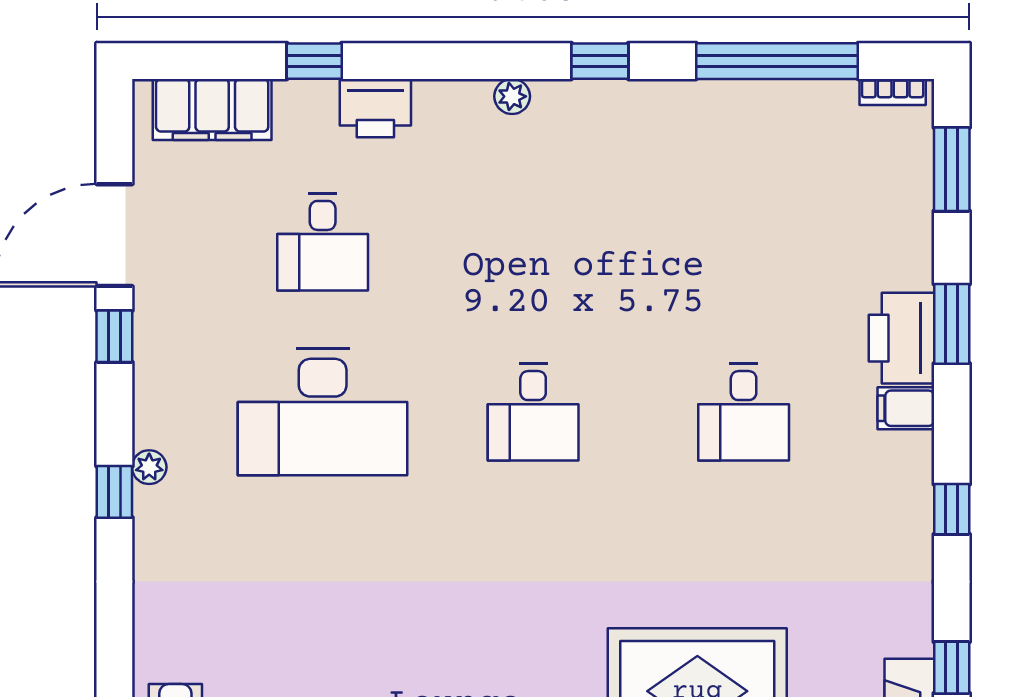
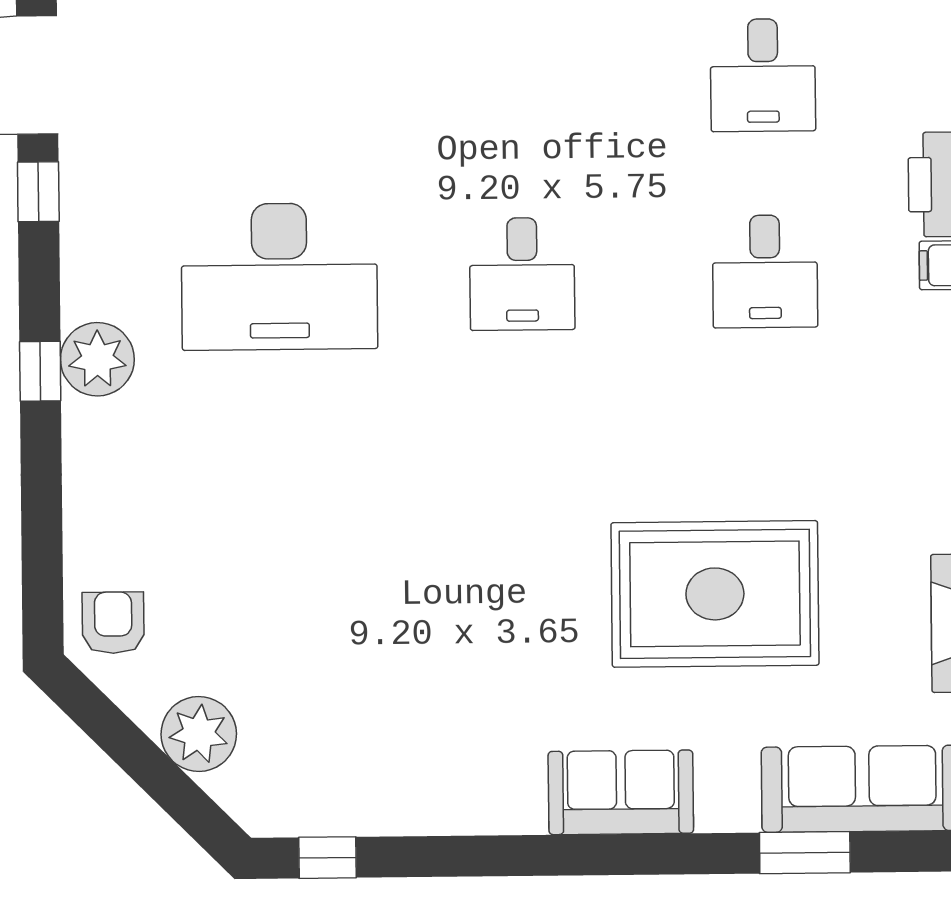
desk: (323, 242) -> (763, 75), moved
plant: (149, 467) -> (97, 359), width x1.88, depth x1.88

